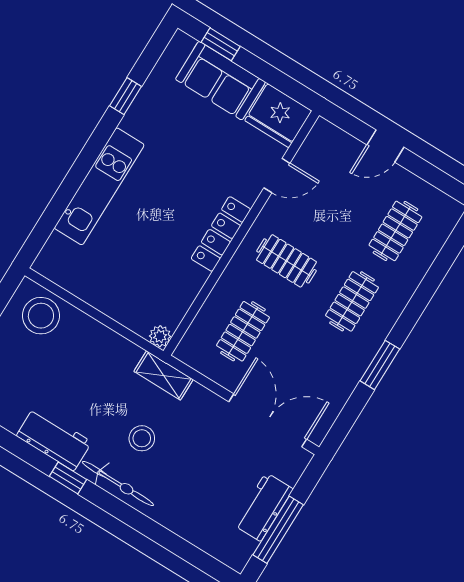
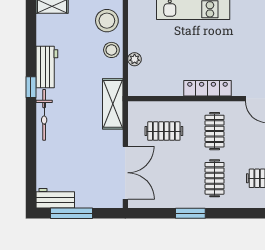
clothes rail: (352, 301) -> (215, 178), turned 90
plant: (160, 336) -> (135, 59), moved
shelving: (164, 375) -> (113, 104), width x1.50, depth x1.33
stool: (142, 438) -> (111, 50), moved
workbench: (263, 507) -> (55, 198), moved

